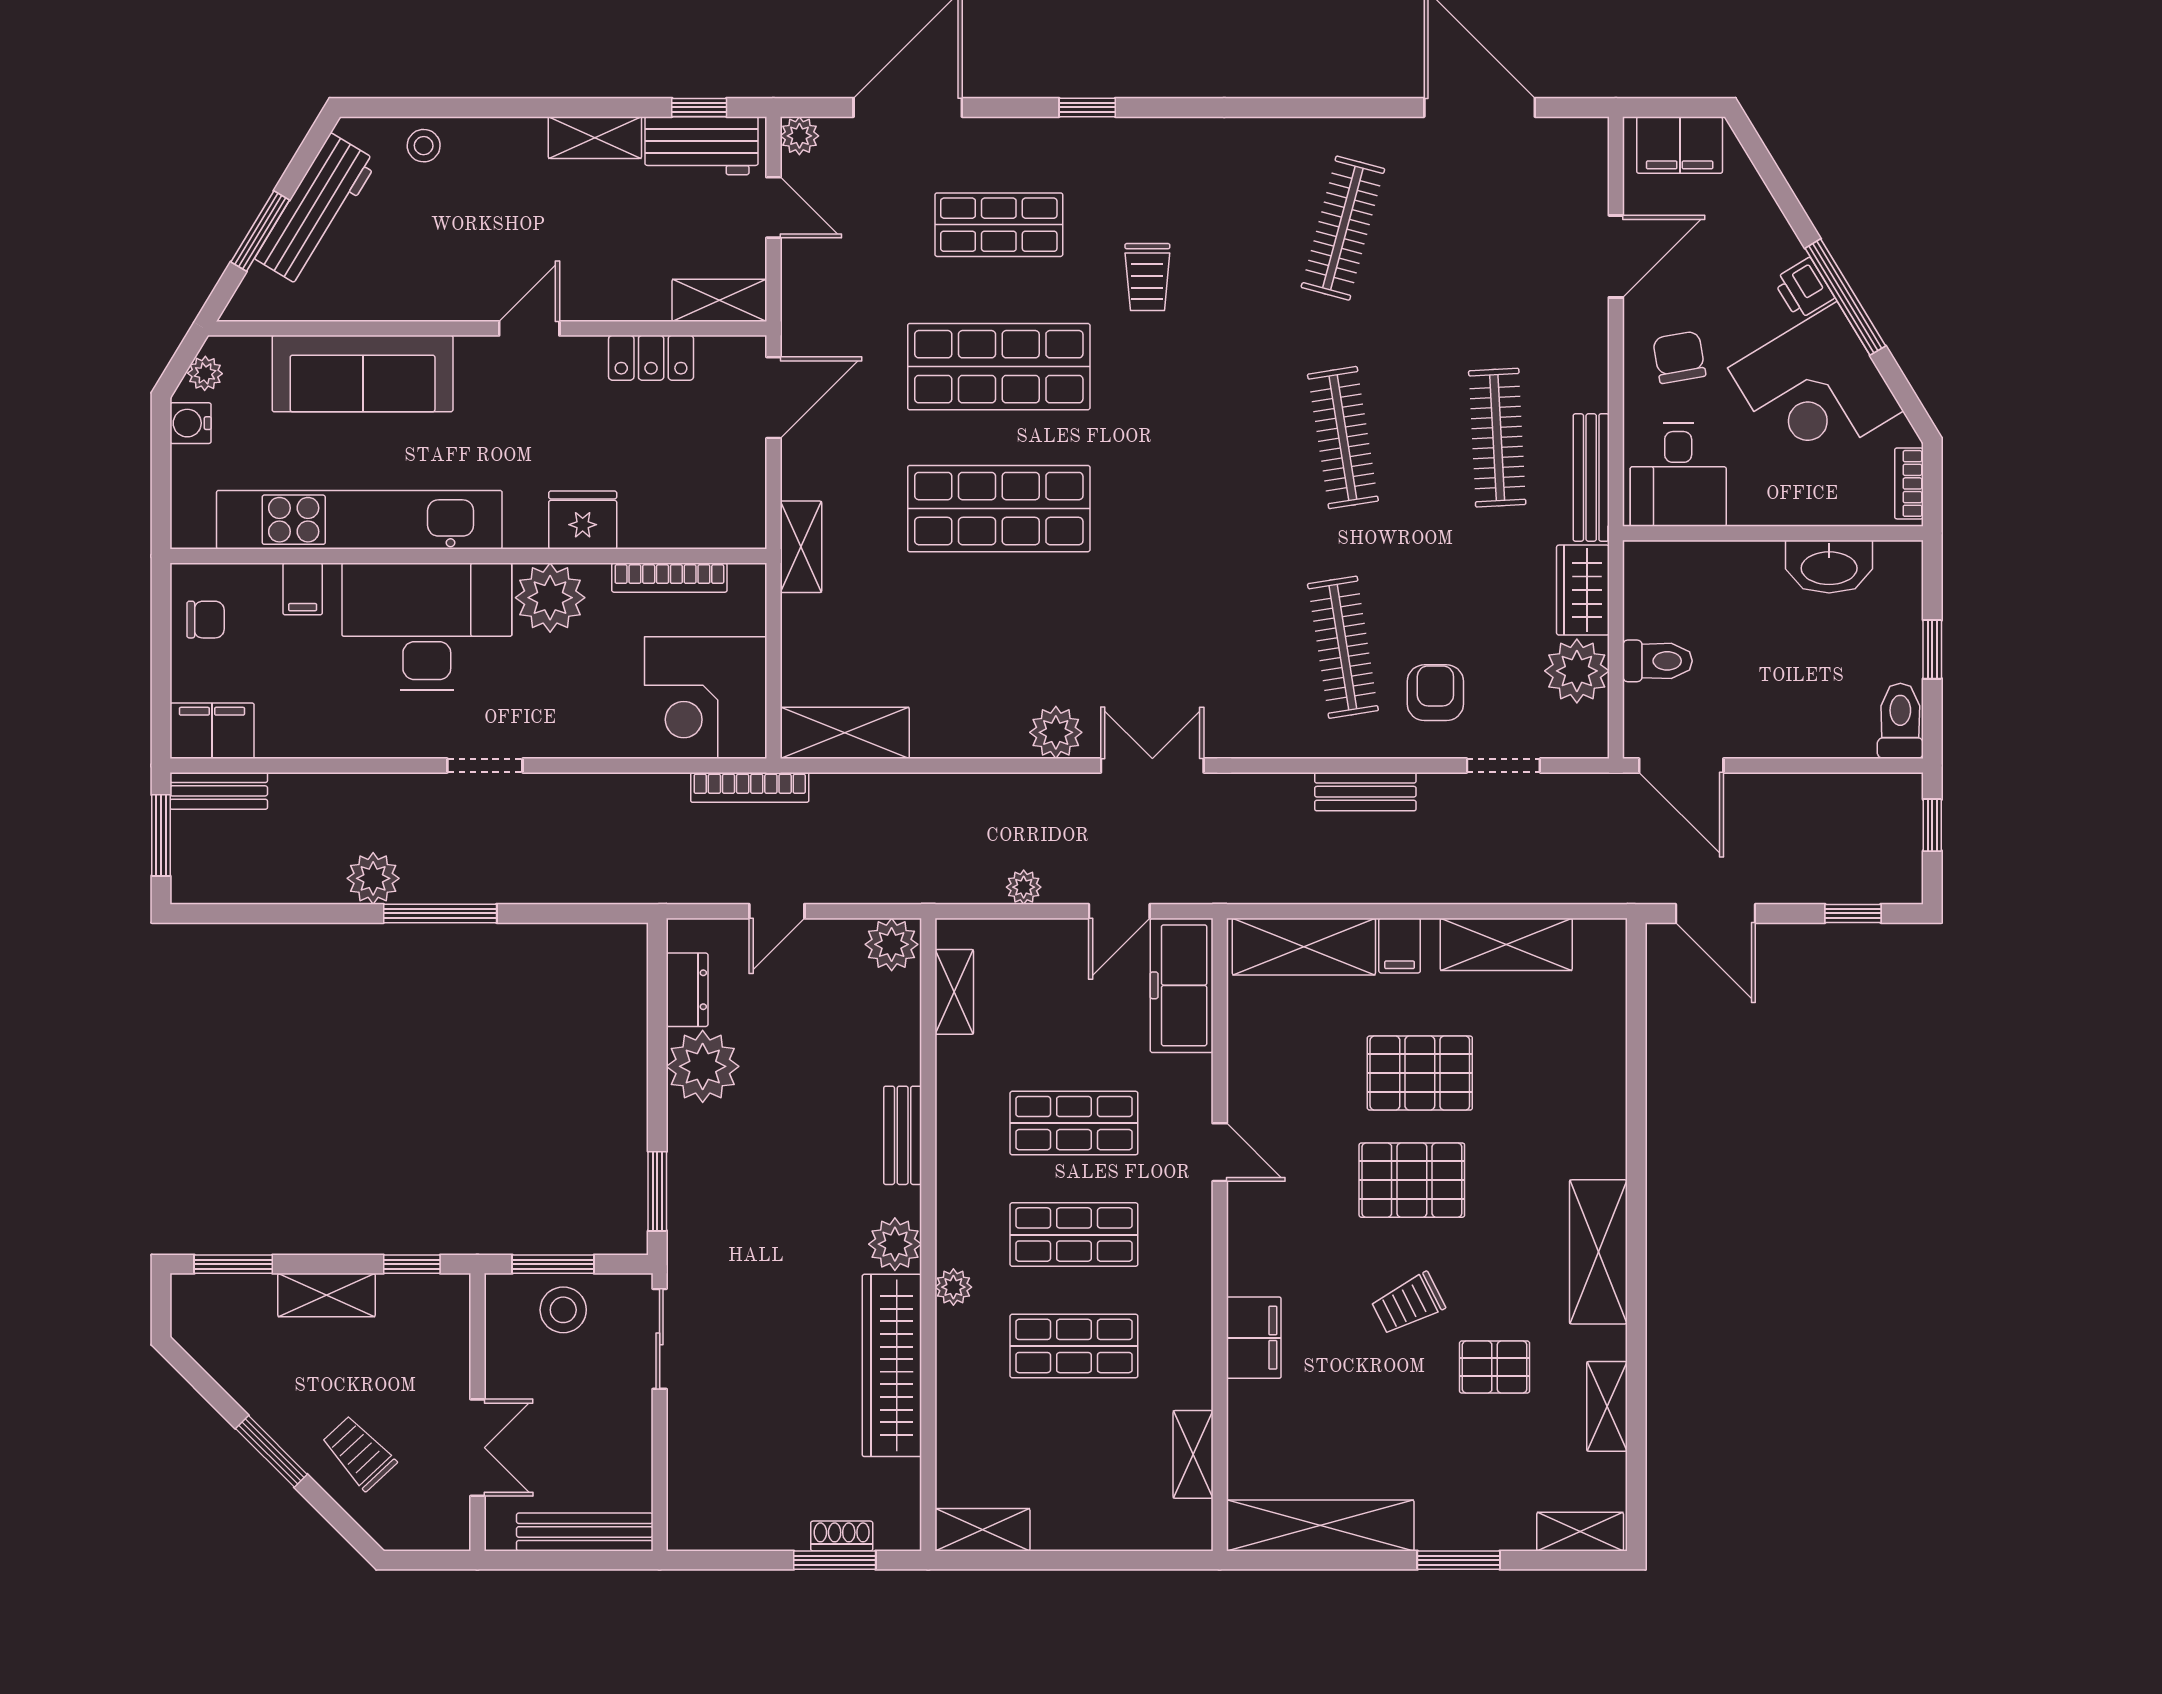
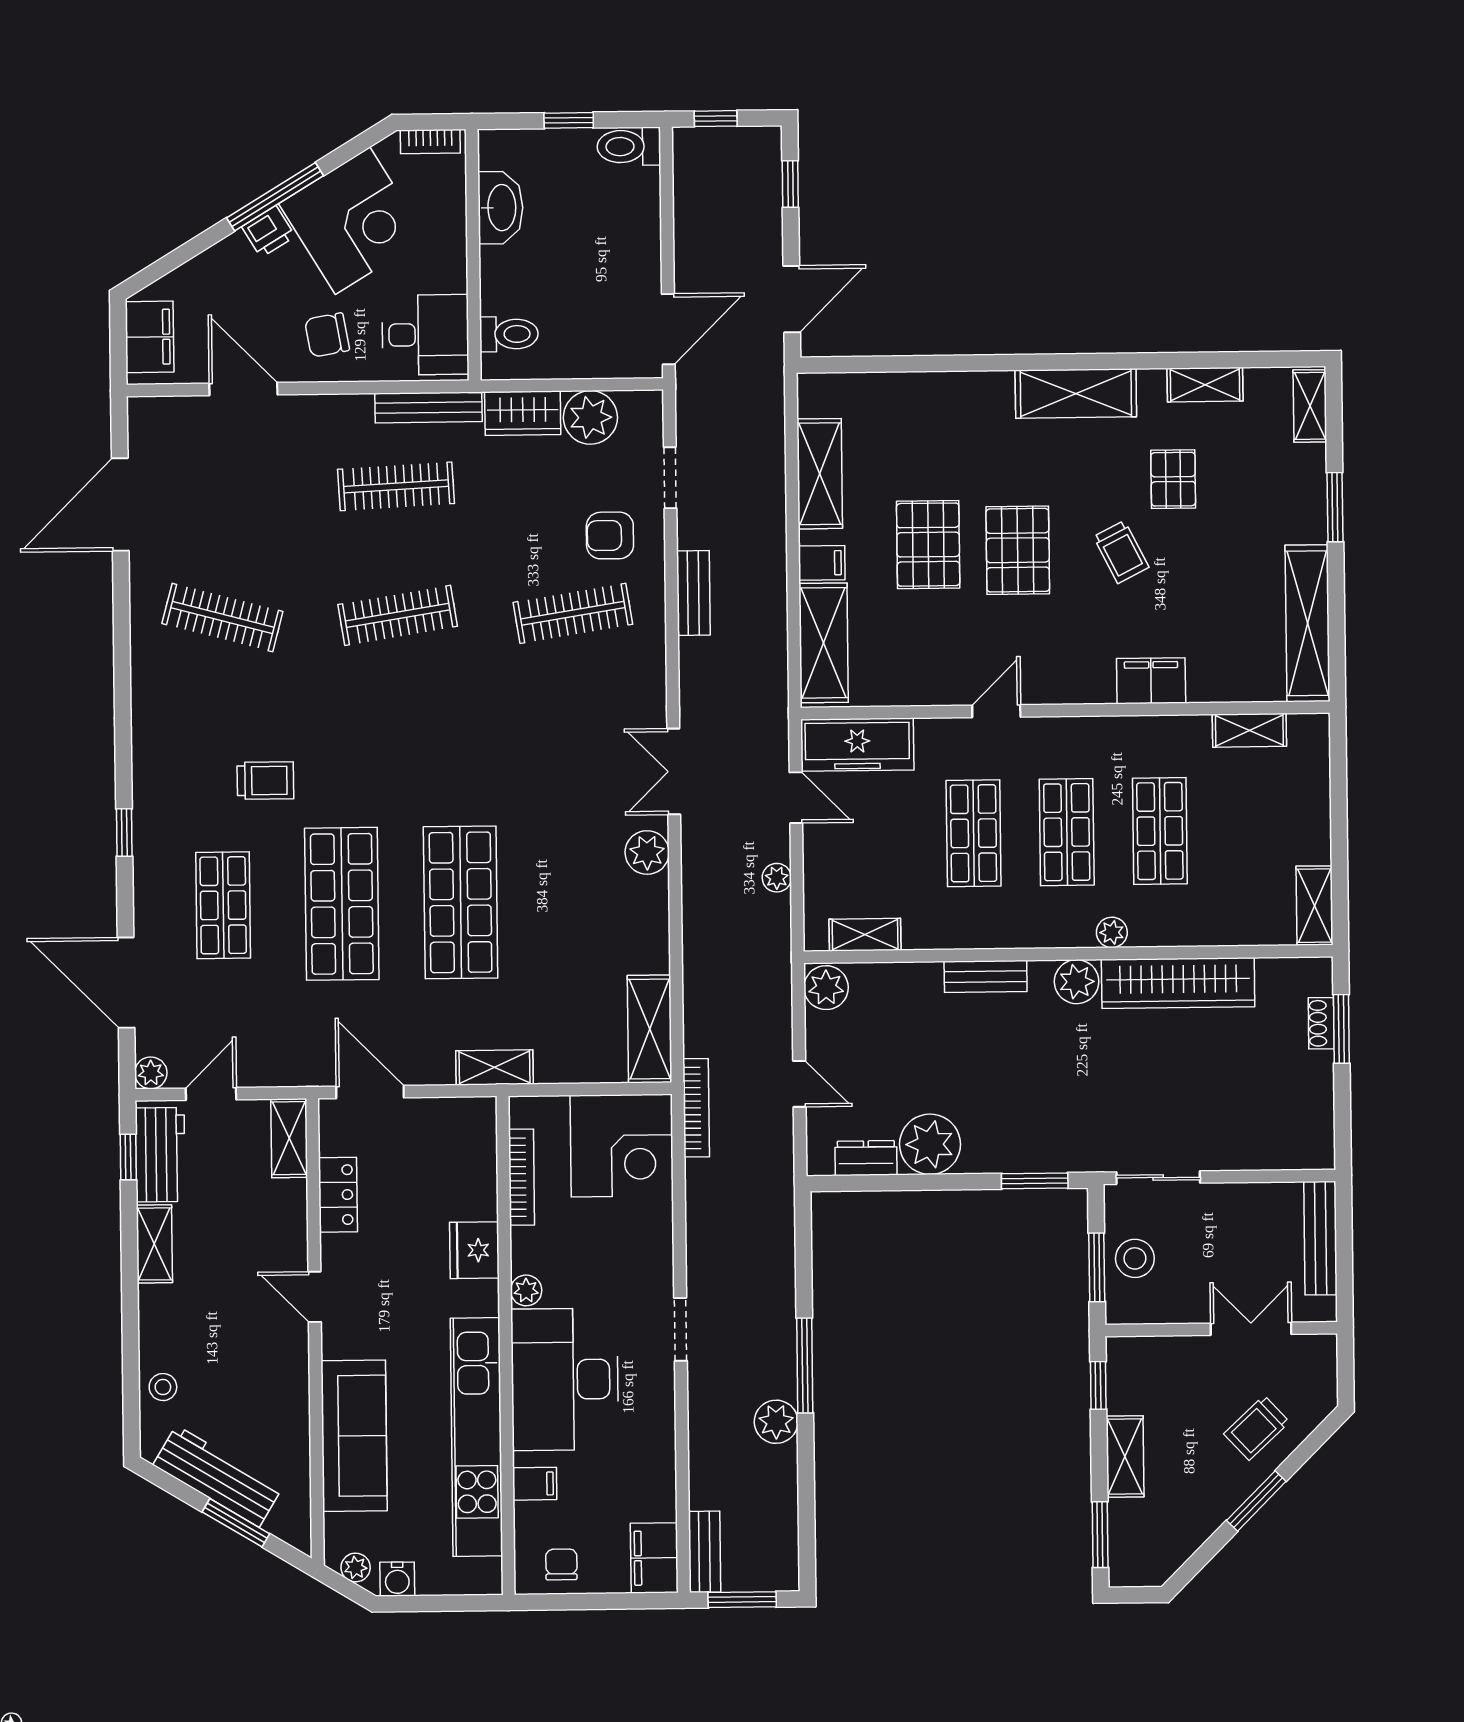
plant: (550, 598) -> (526, 1290), width x0.53, depth x0.53
toilet: (1657, 661) -> (509, 334), moved, turned 90

